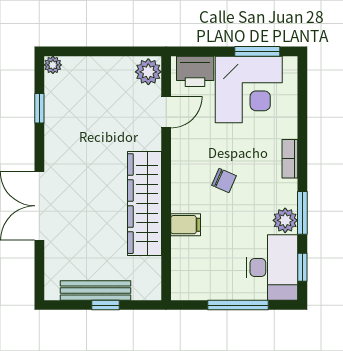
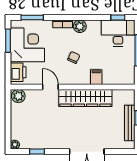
door: (166, 112) -> (50, 87), moved
window: (302, 213) -> (32, 18), moved
plant: (285, 220) -> (80, 26), moved

